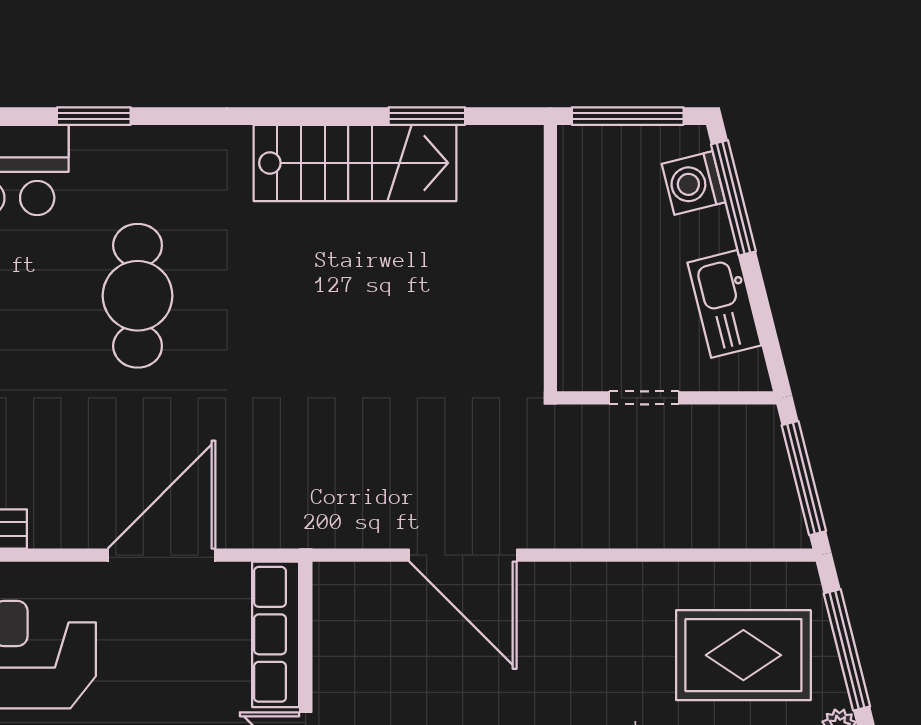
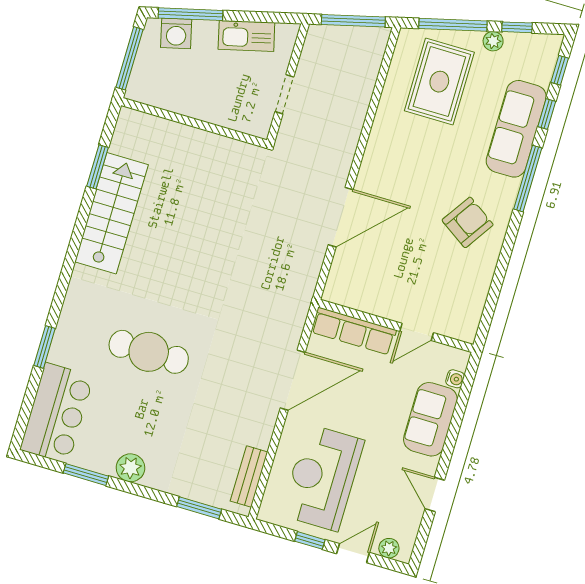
door: (162, 555) -> (293, 380), swing flipped

